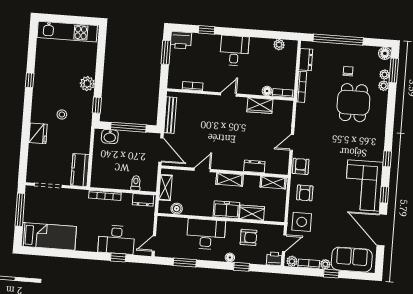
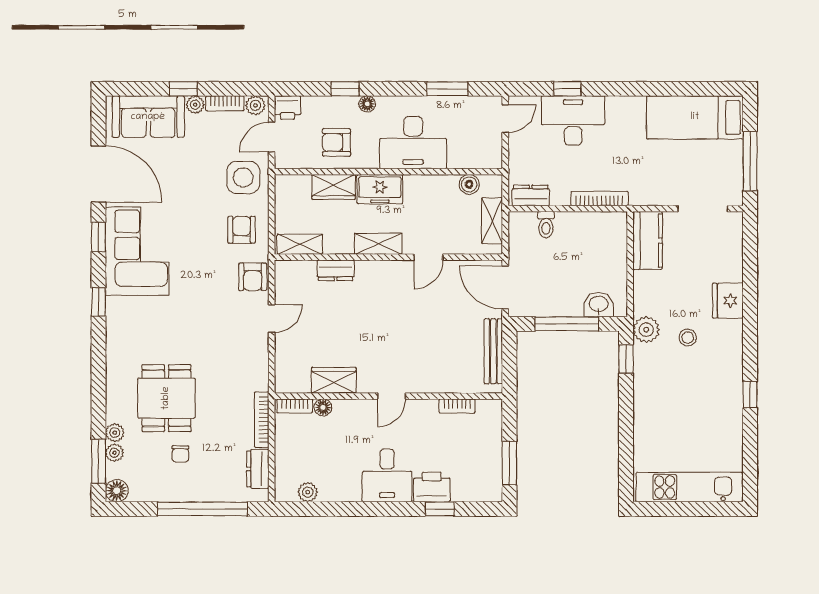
printer: (181, 40) -> (432, 487), moved
plant: (87, 84) -> (646, 330), moved

